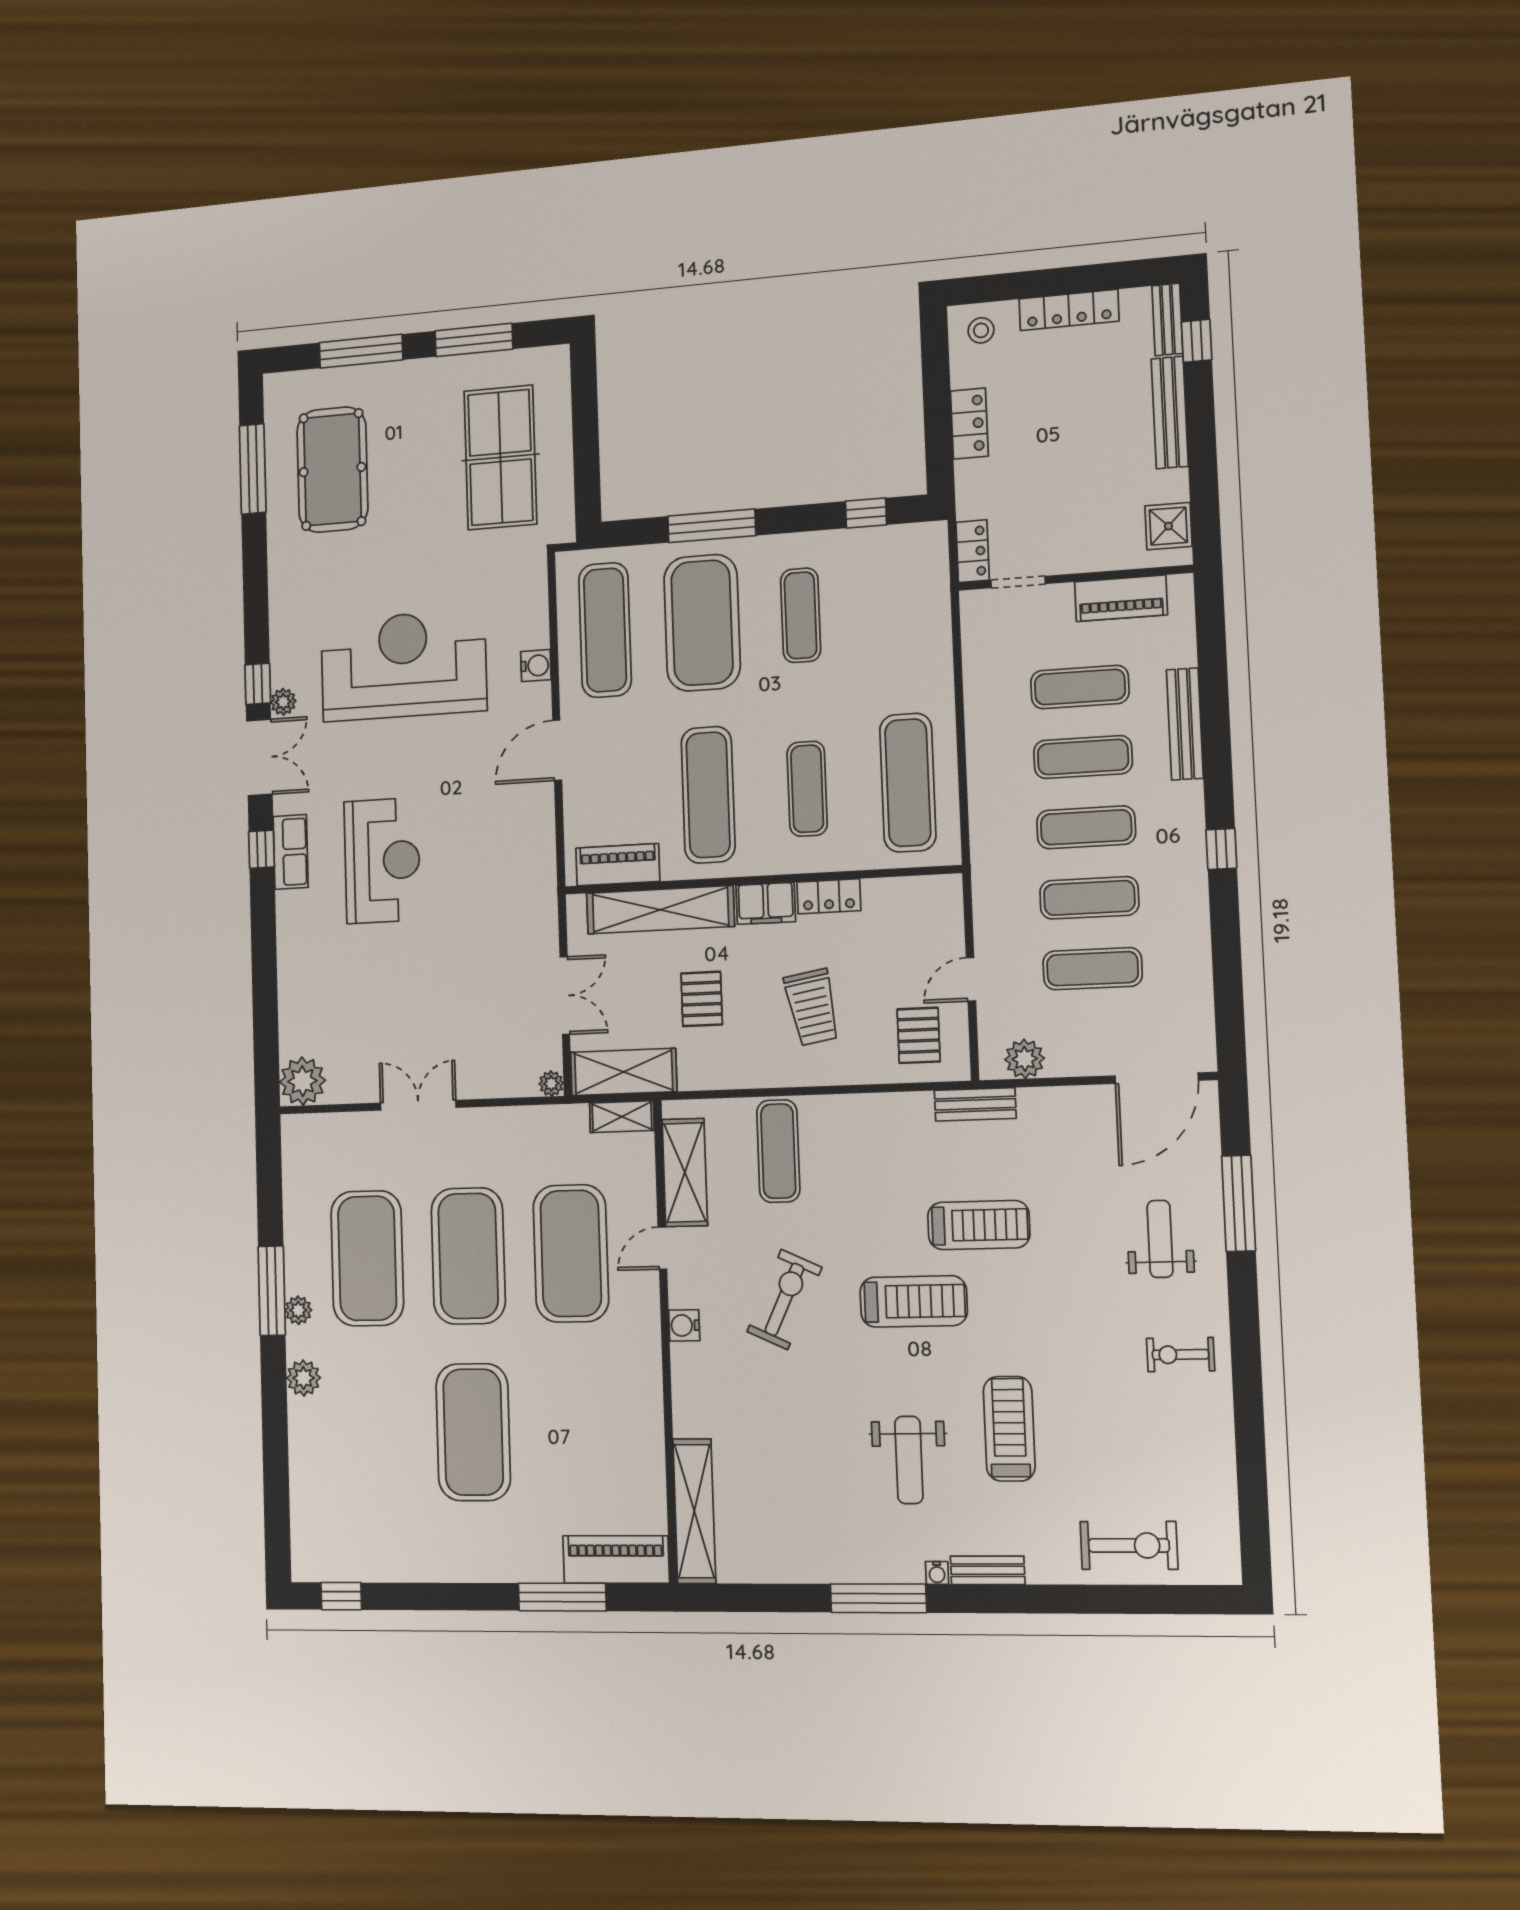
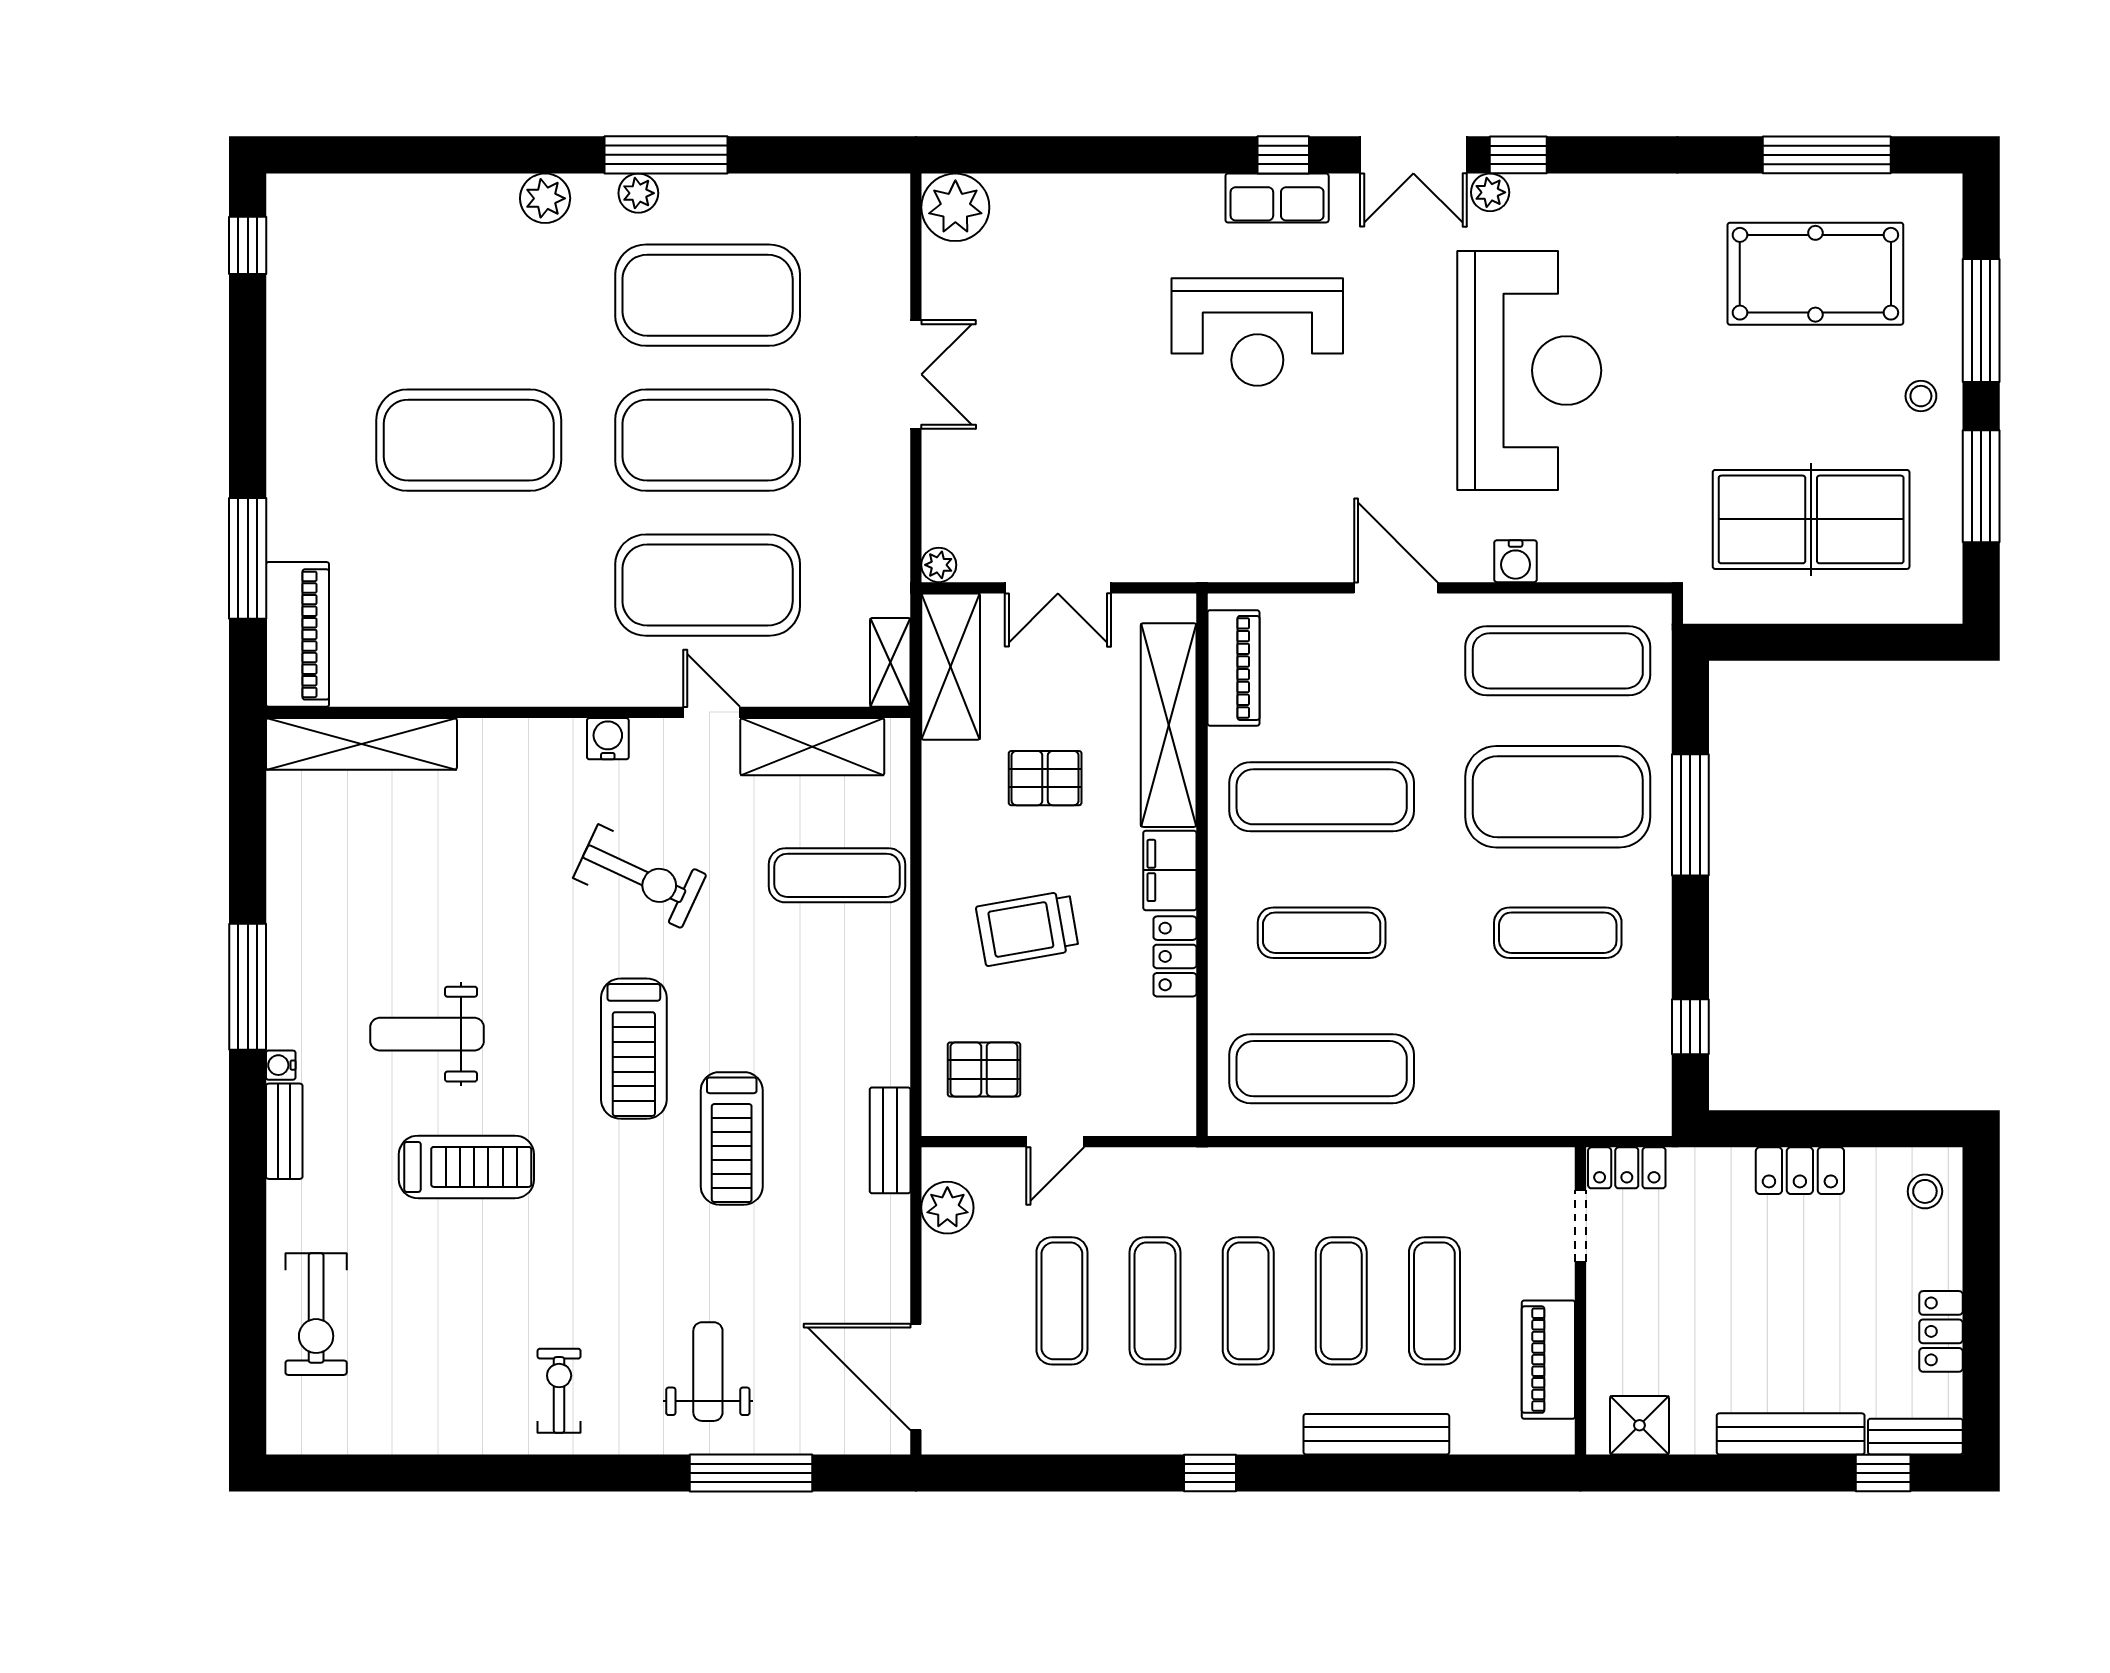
locker: (1069, 310) -> (1941, 1331), width x0.66
stool: (413, 388) -> (1921, 396), added
door: (971, 979) -> (1055, 1142), swing flipped
weight bench: (1160, 1239) -> (708, 1372), turned -90

